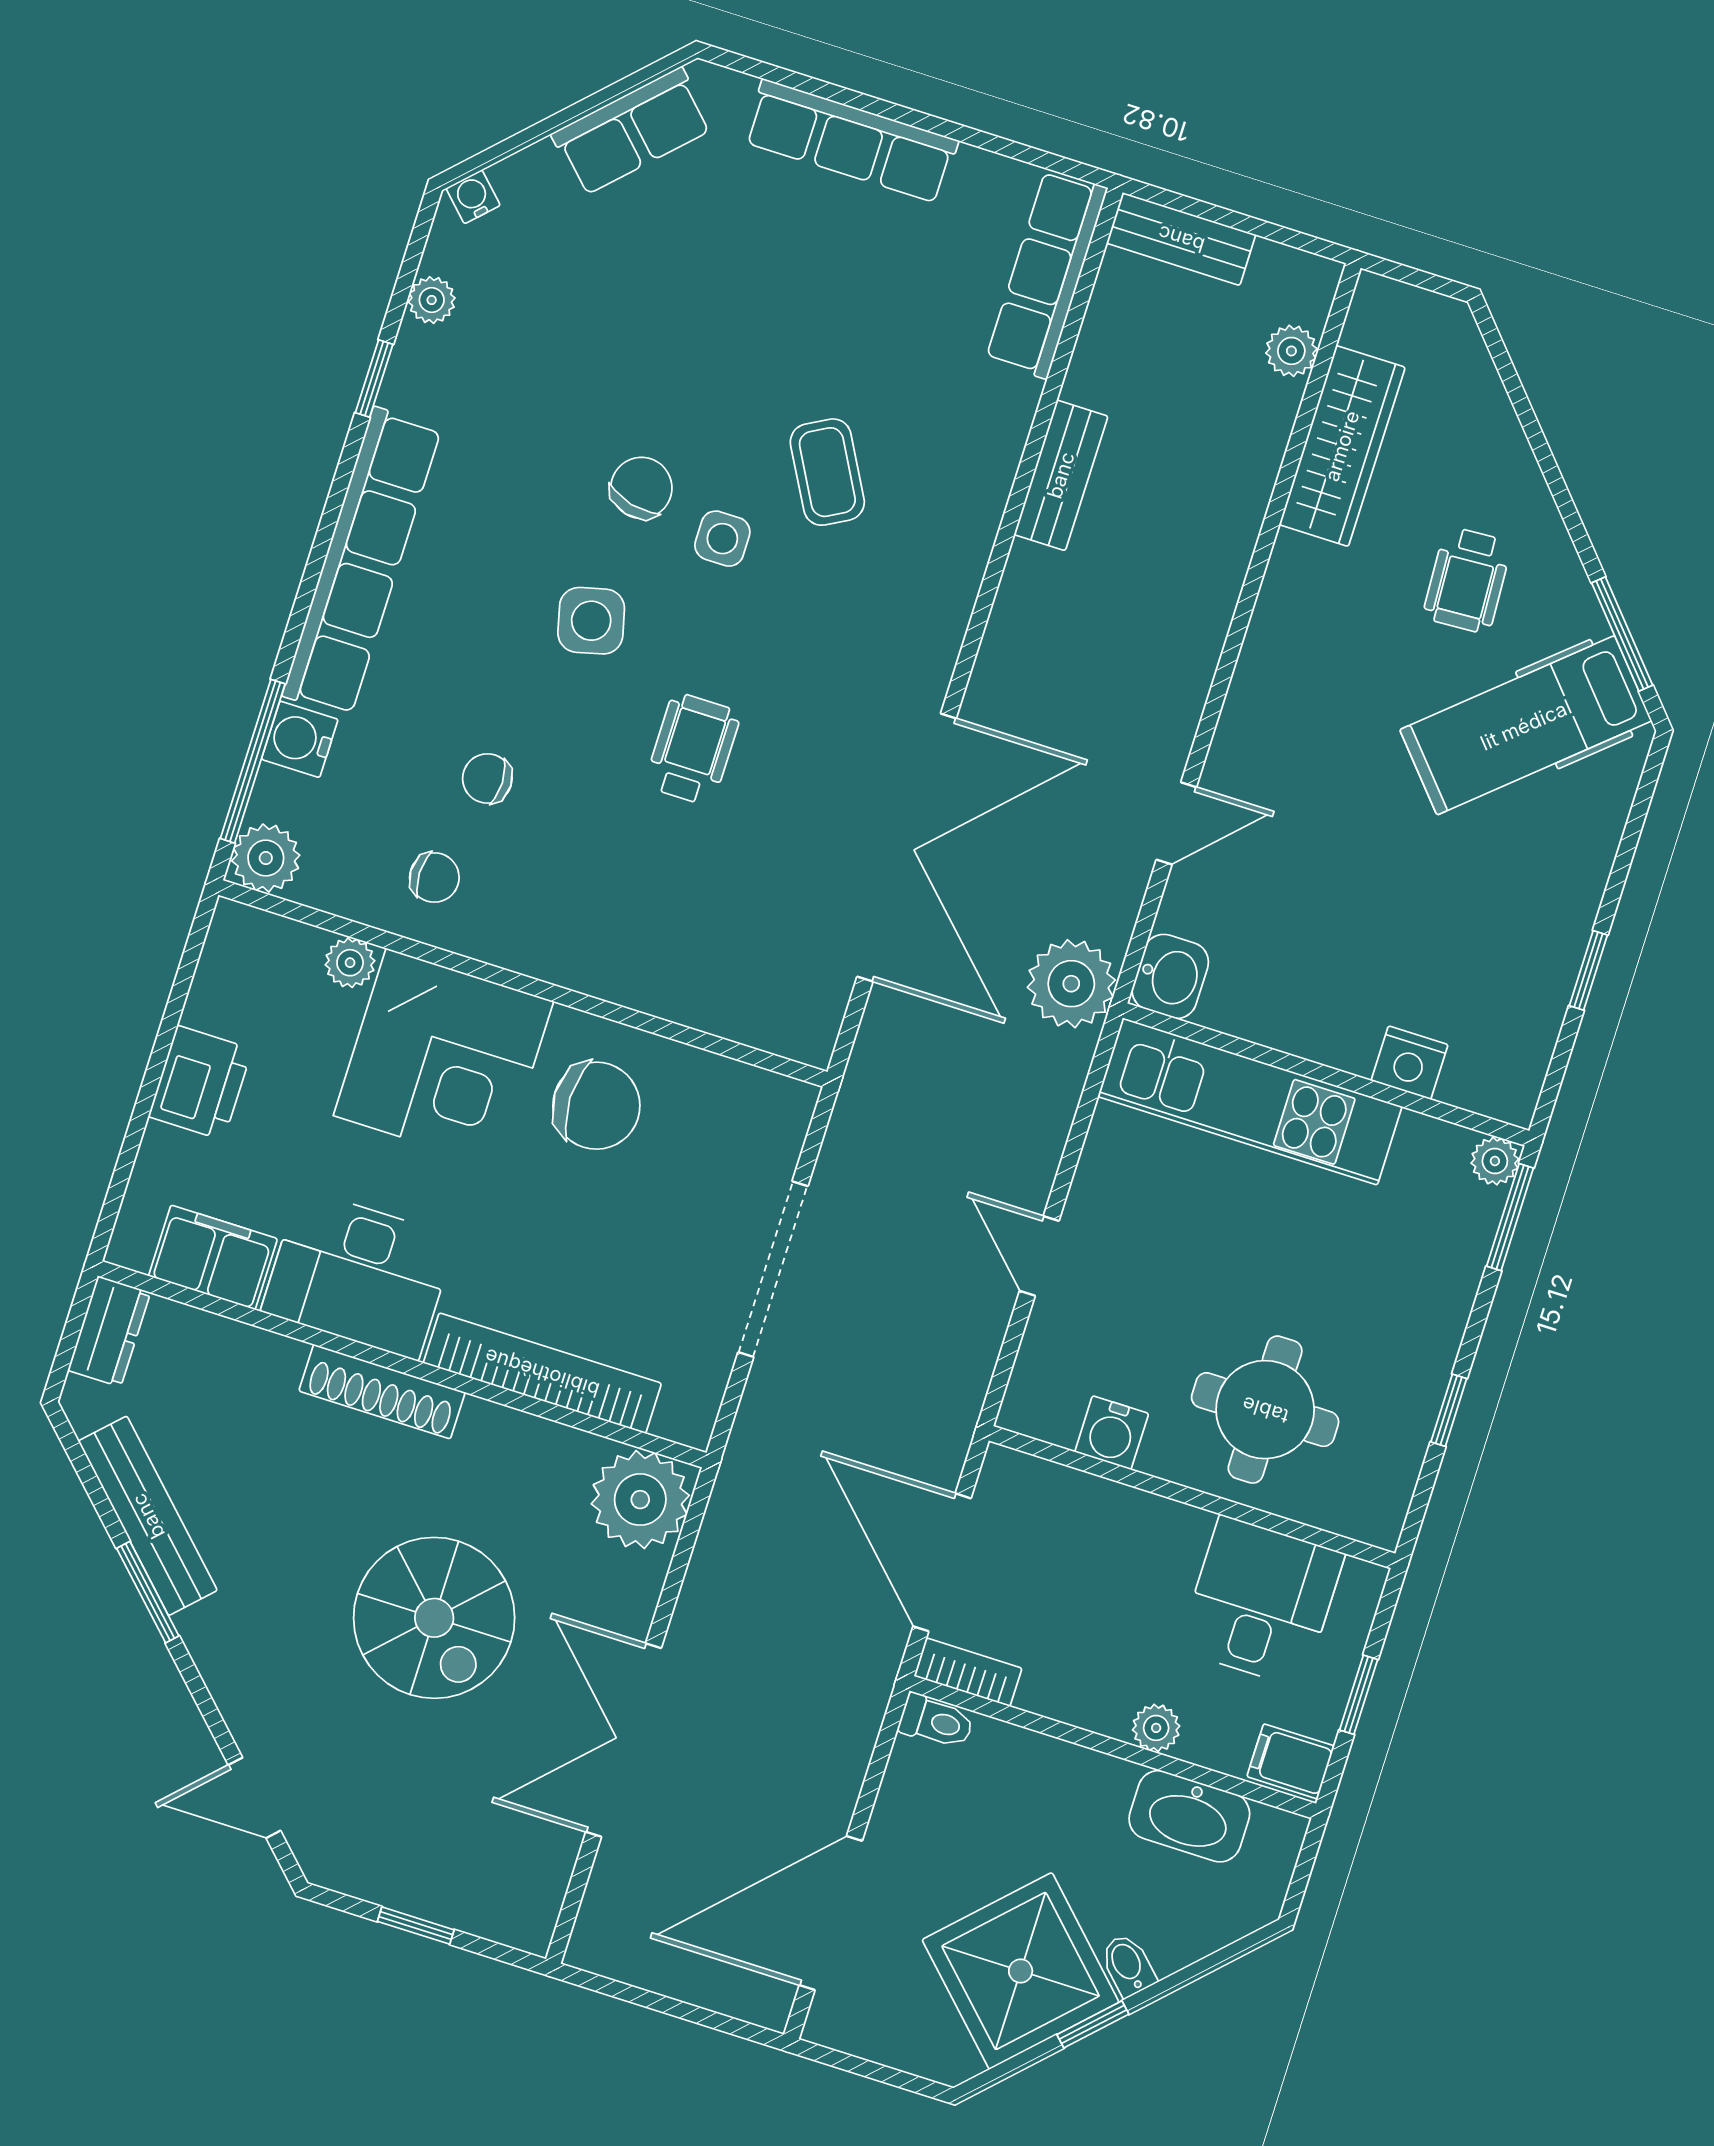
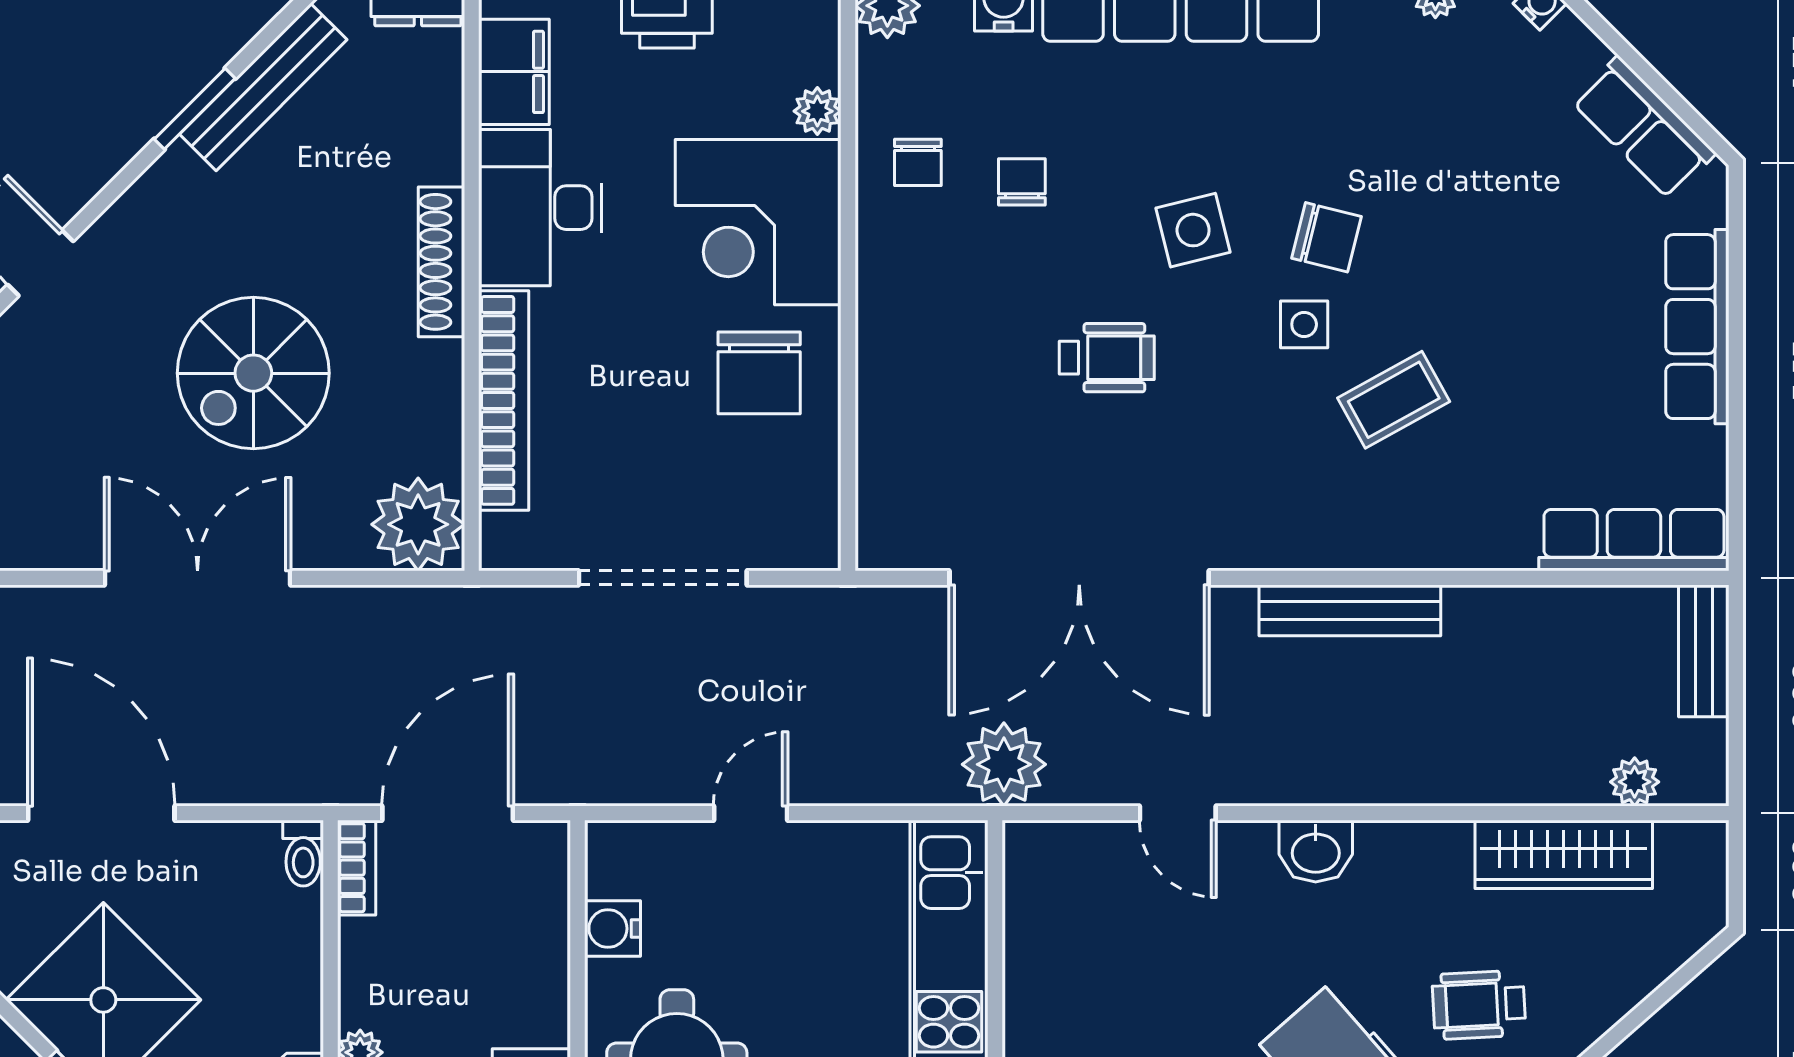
bench: (1061, 475) -> (1350, 610), moved, width x1.36
washbasin: (1170, 976) -> (1316, 851), moved

